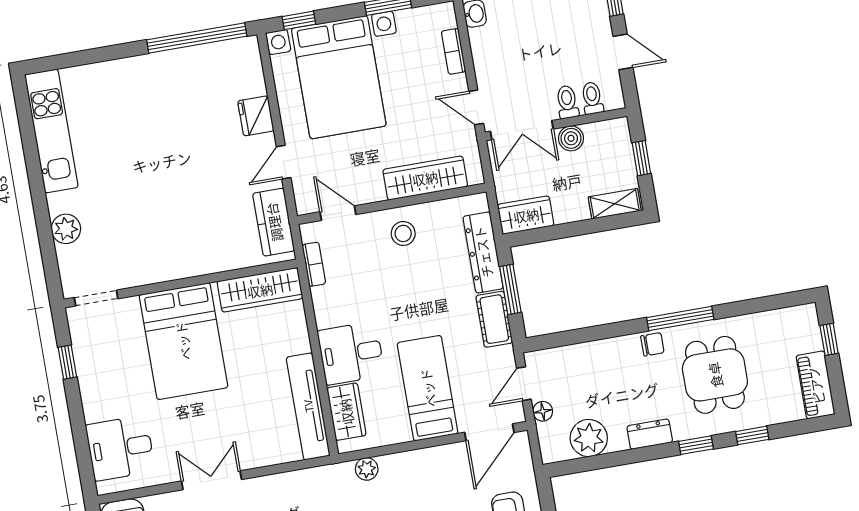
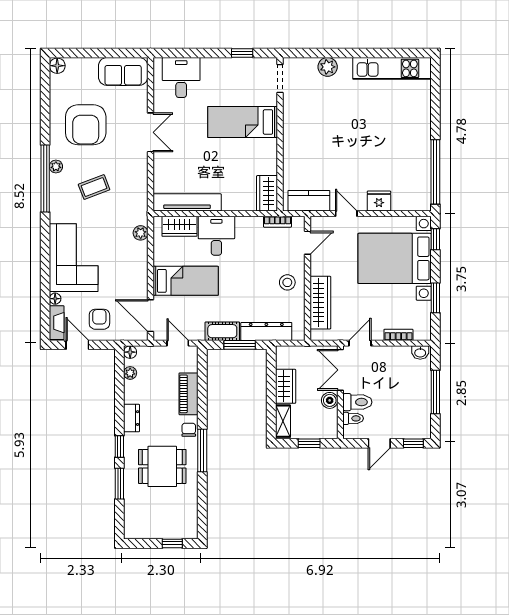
toilet: (567, 102) -> (357, 402), width x1.37, depth x1.39
wardrobe: (526, 215) -> (286, 386), moved
wardrobe: (260, 290) -> (267, 193), width x0.67
bed: (183, 341) -> (243, 122), width x0.67
chair: (652, 344) -> (189, 430), turned 180
piano: (816, 385) -> (189, 394), moved, turned -90
floor lamp: (543, 411) -> (130, 352), moved
window: (752, 435) -> (119, 484), width x1.50
plant: (589, 438) -> (130, 373), width x0.53, depth x0.53

